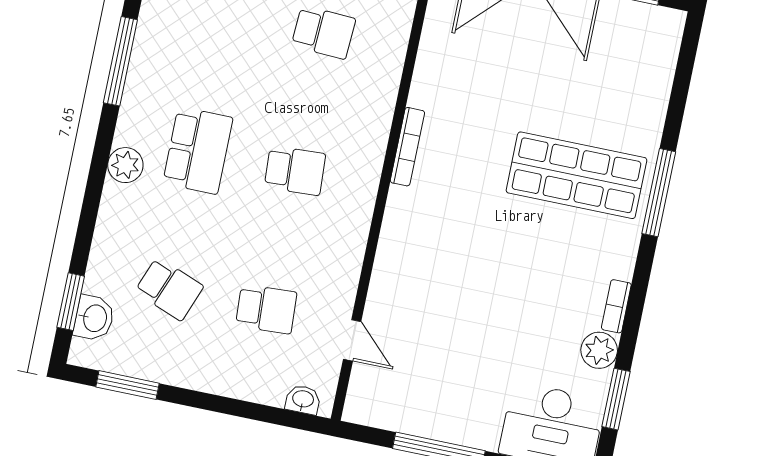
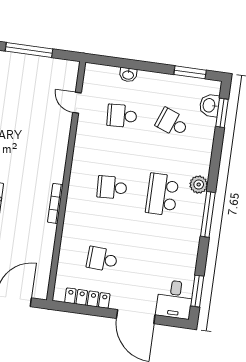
window: (120, 61) -> (208, 214), moved
washbasin: (303, 400) -> (128, 75), moved

